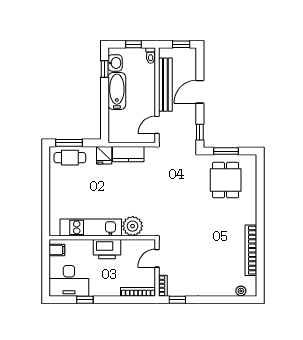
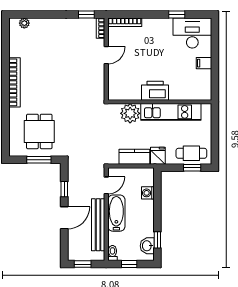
bathtub: (117, 91) -> (116, 213), moved, turned 180
washing machine: (114, 117) -> (148, 193), added
window: (200, 132) -> (64, 189), moved
window: (69, 143) -> (192, 168), width x0.67
plant: (133, 226) -> (130, 113), moved
kitchen unit: (91, 227) -> (171, 112), moved
wall: (102, 238) -> (160, 102), moved
printer: (107, 249) -> (155, 91), moved
bookcase: (251, 250) -> (14, 82), moved

